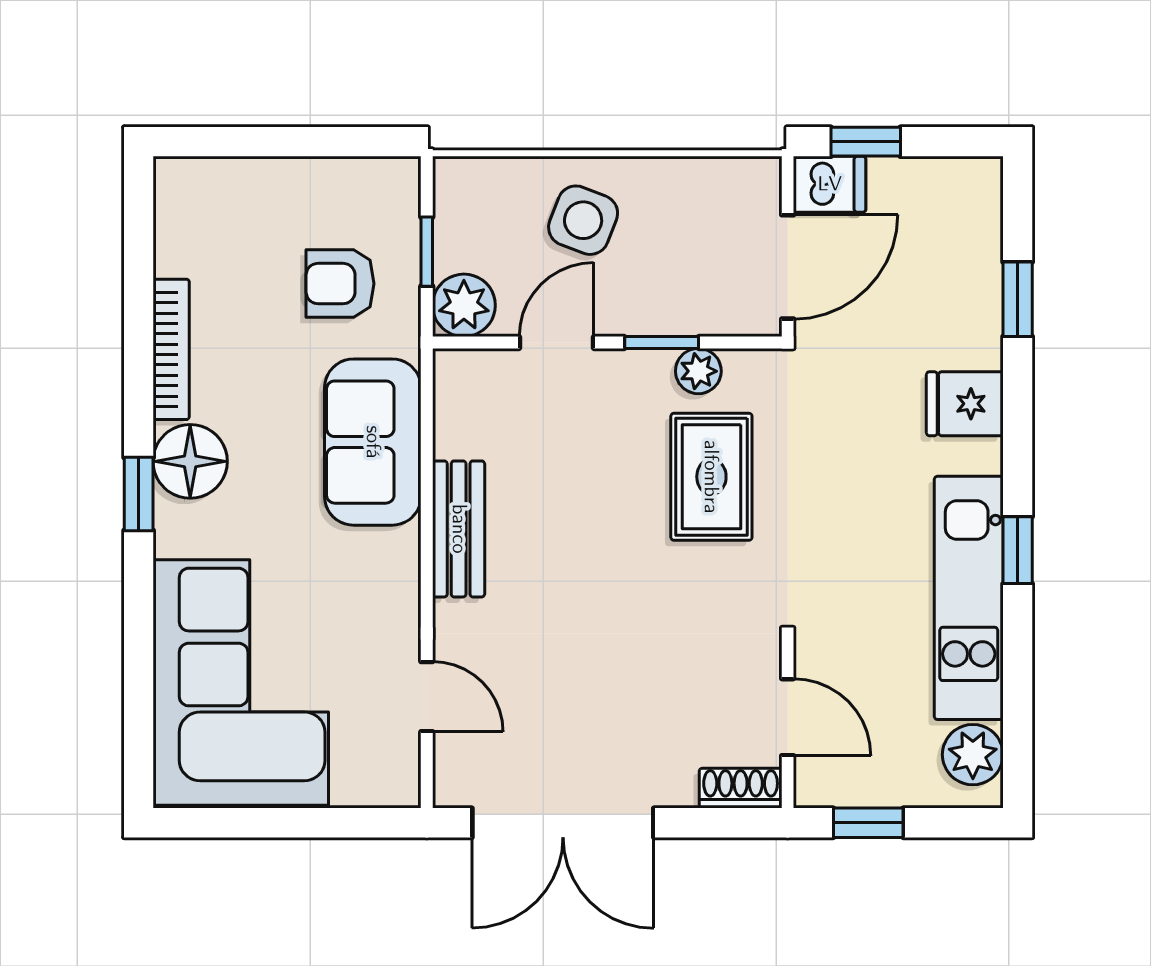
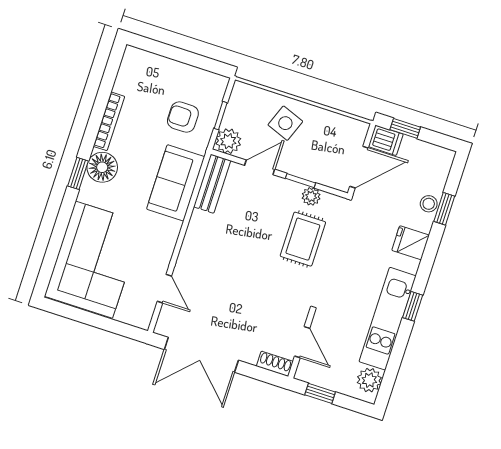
stool: (977, 300) -> (429, 204), added
bench: (459, 529) -> (212, 184), moved

